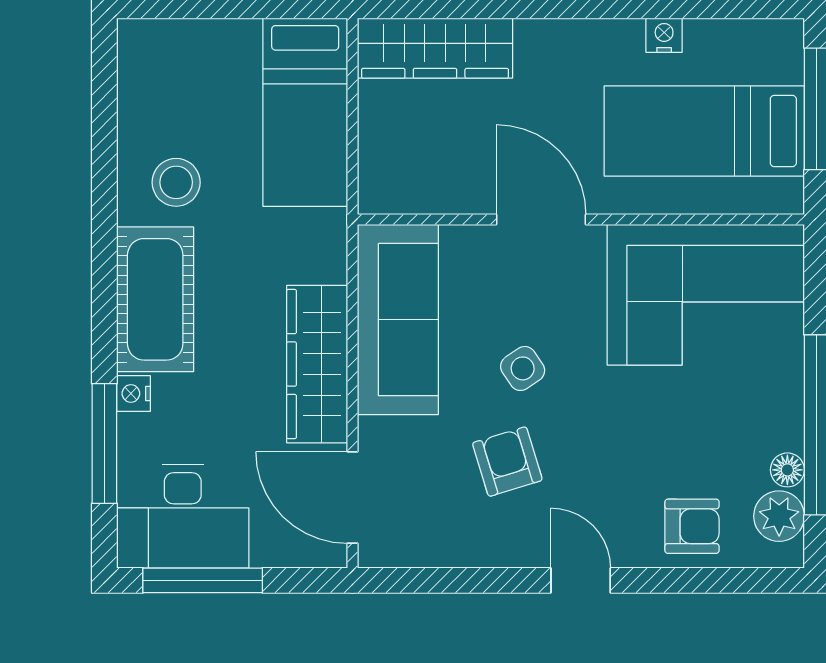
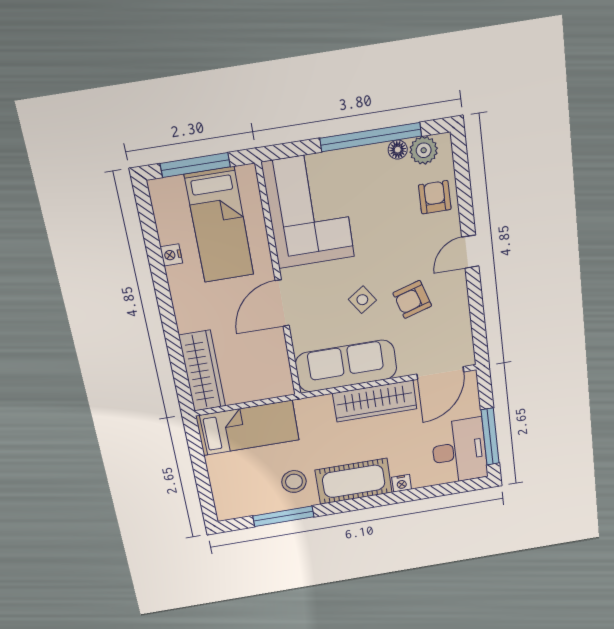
window: (104, 444) -> (283, 516), moved

